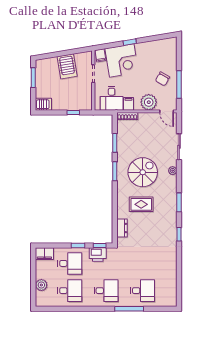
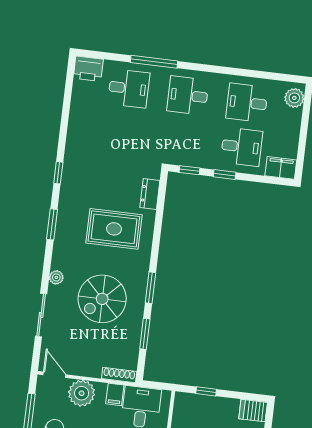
spiral stairs: (143, 172) -> (102, 299), moved
rug: (141, 204) -> (114, 229), width x1.36, depth x1.43
printer: (98, 254) -> (88, 69), moved, turned 180
desk: (70, 263) -> (242, 147), turned 180
plant: (41, 285) -> (294, 98), moved
desk: (142, 291) -> (129, 88), turned 180

